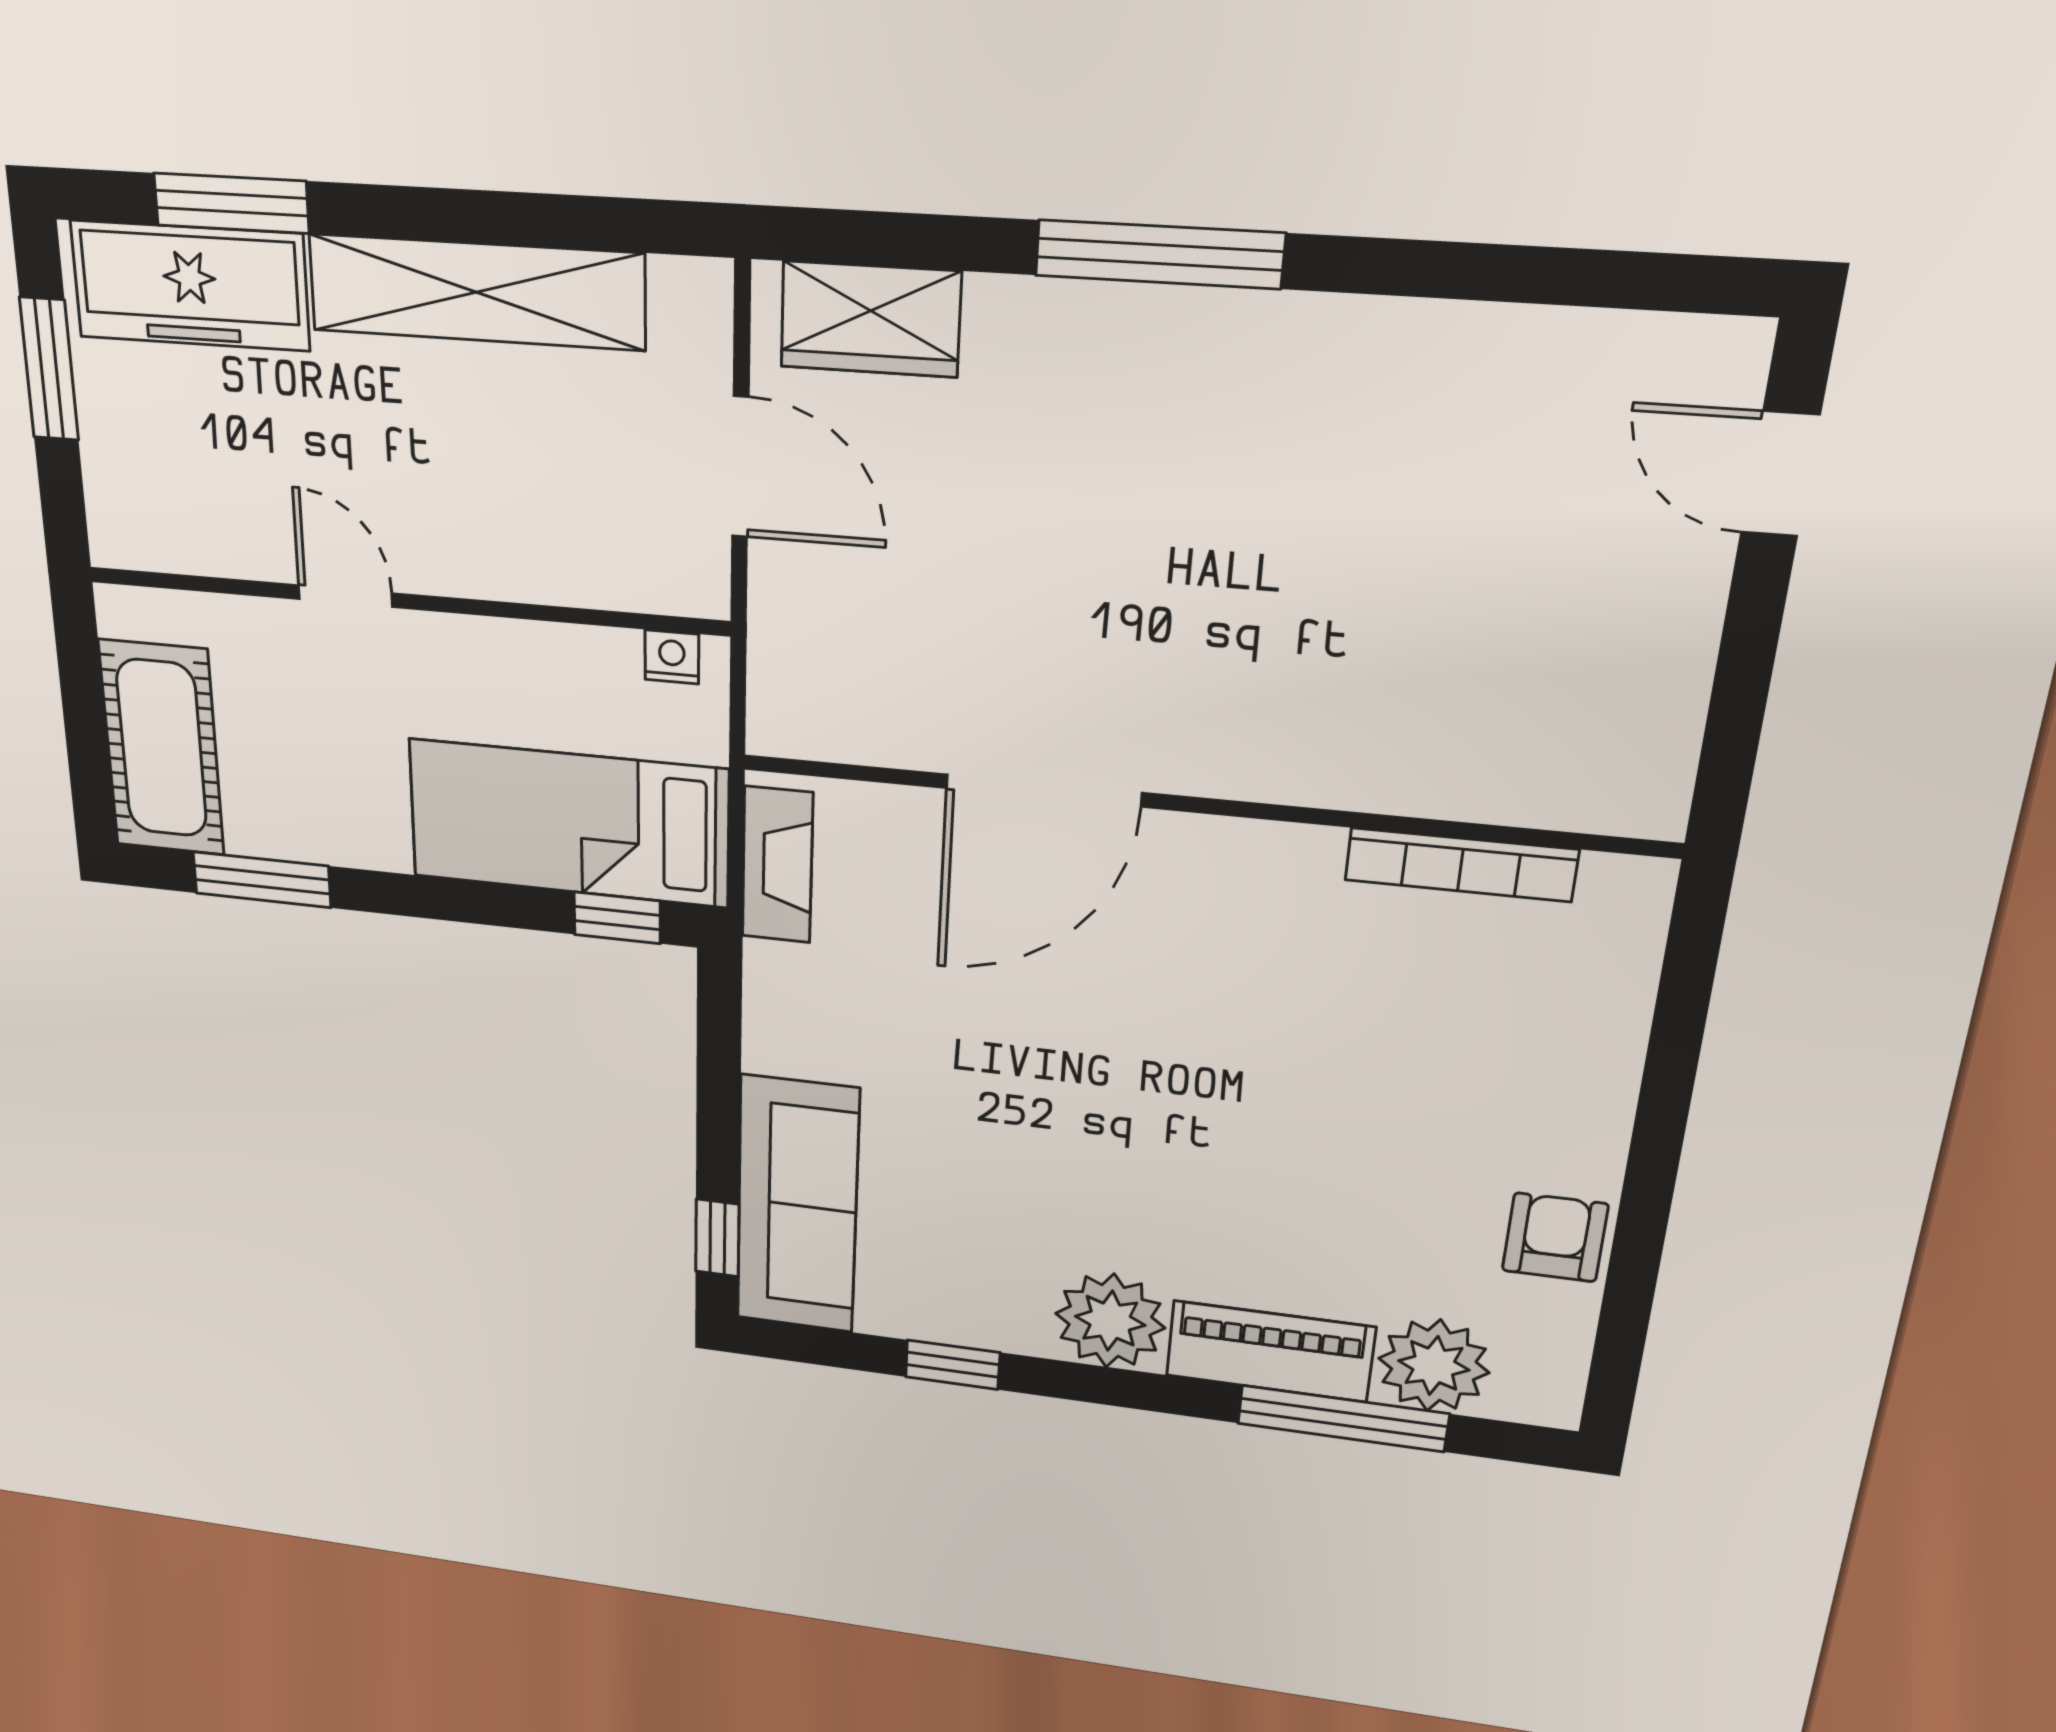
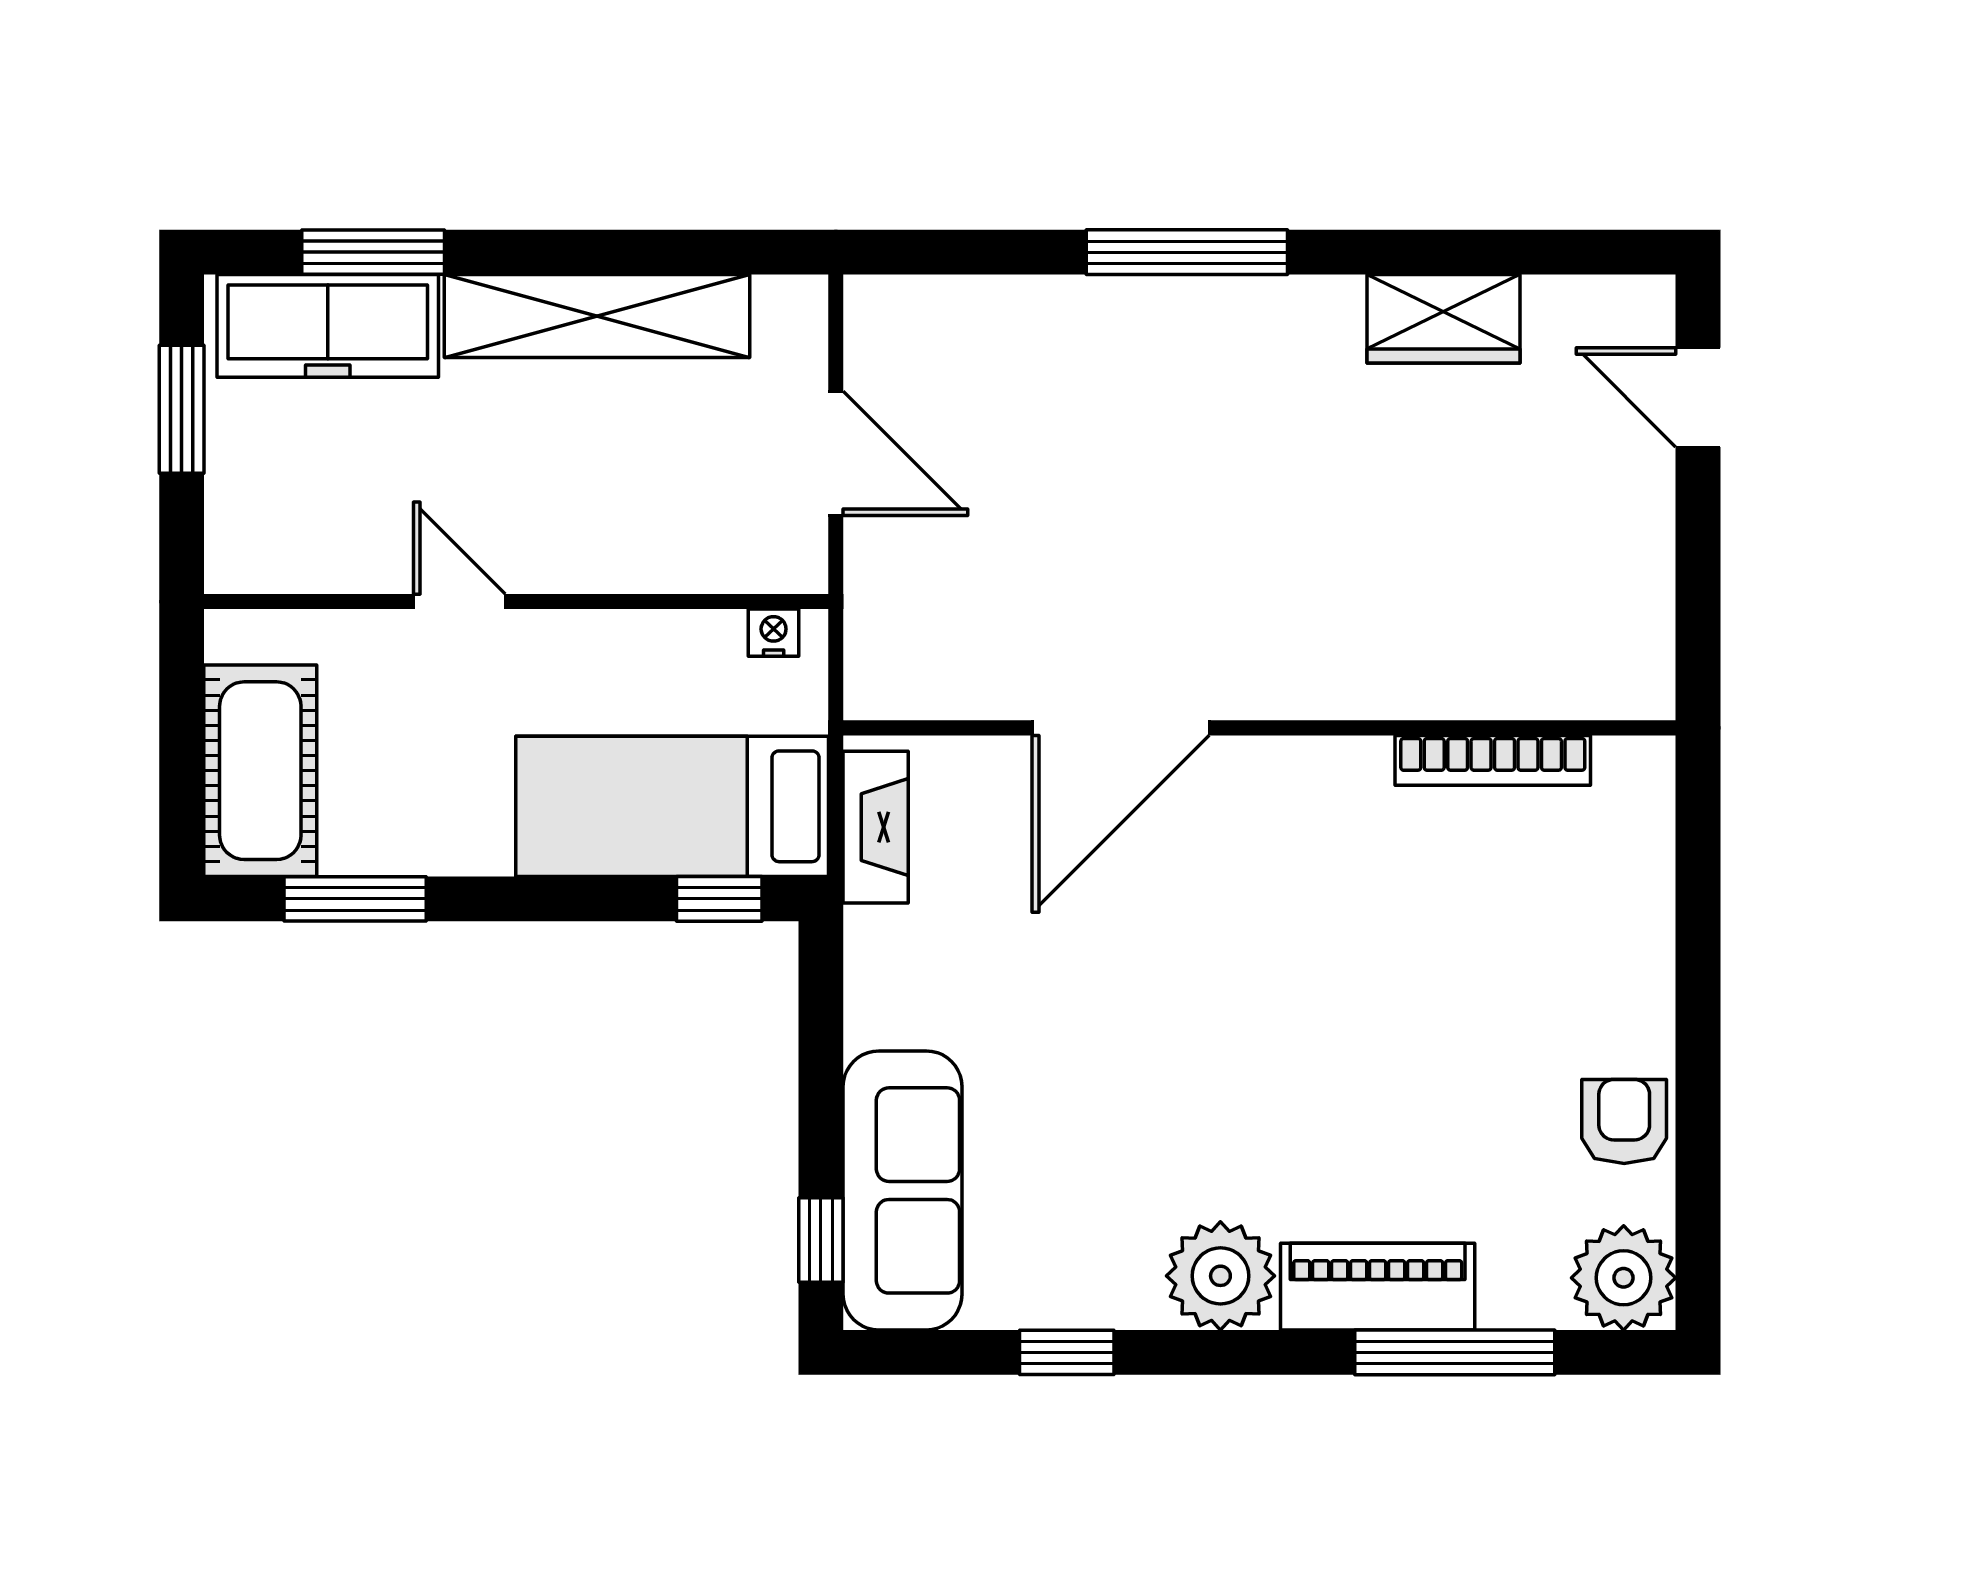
wardrobe: (870, 319) -> (1444, 319), moved
plant: (1434, 1365) -> (1624, 1278), moved

